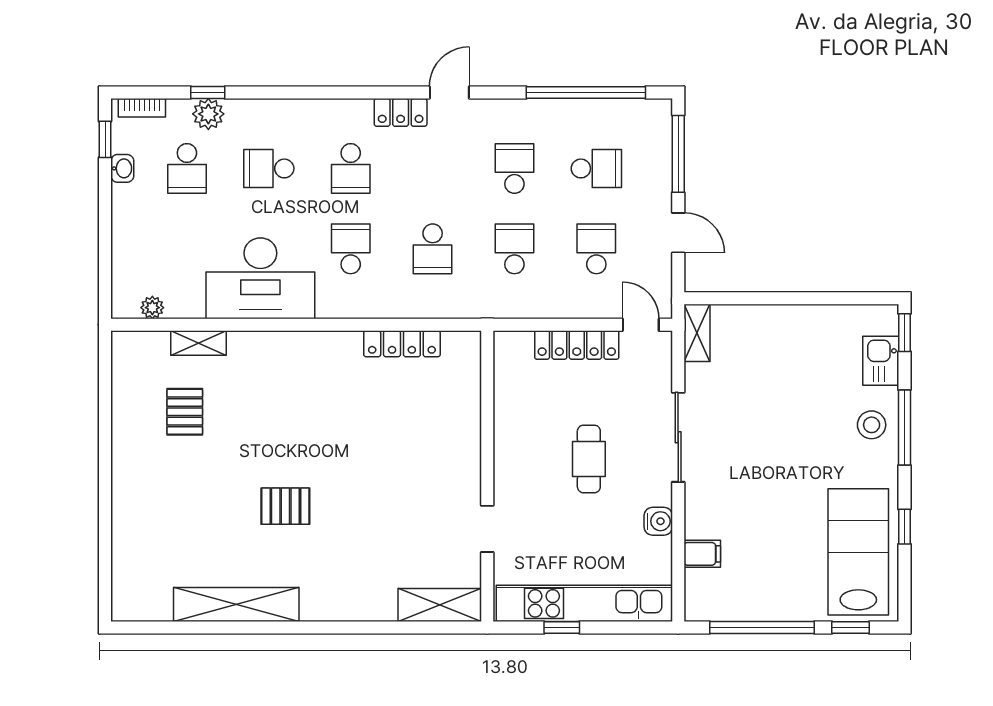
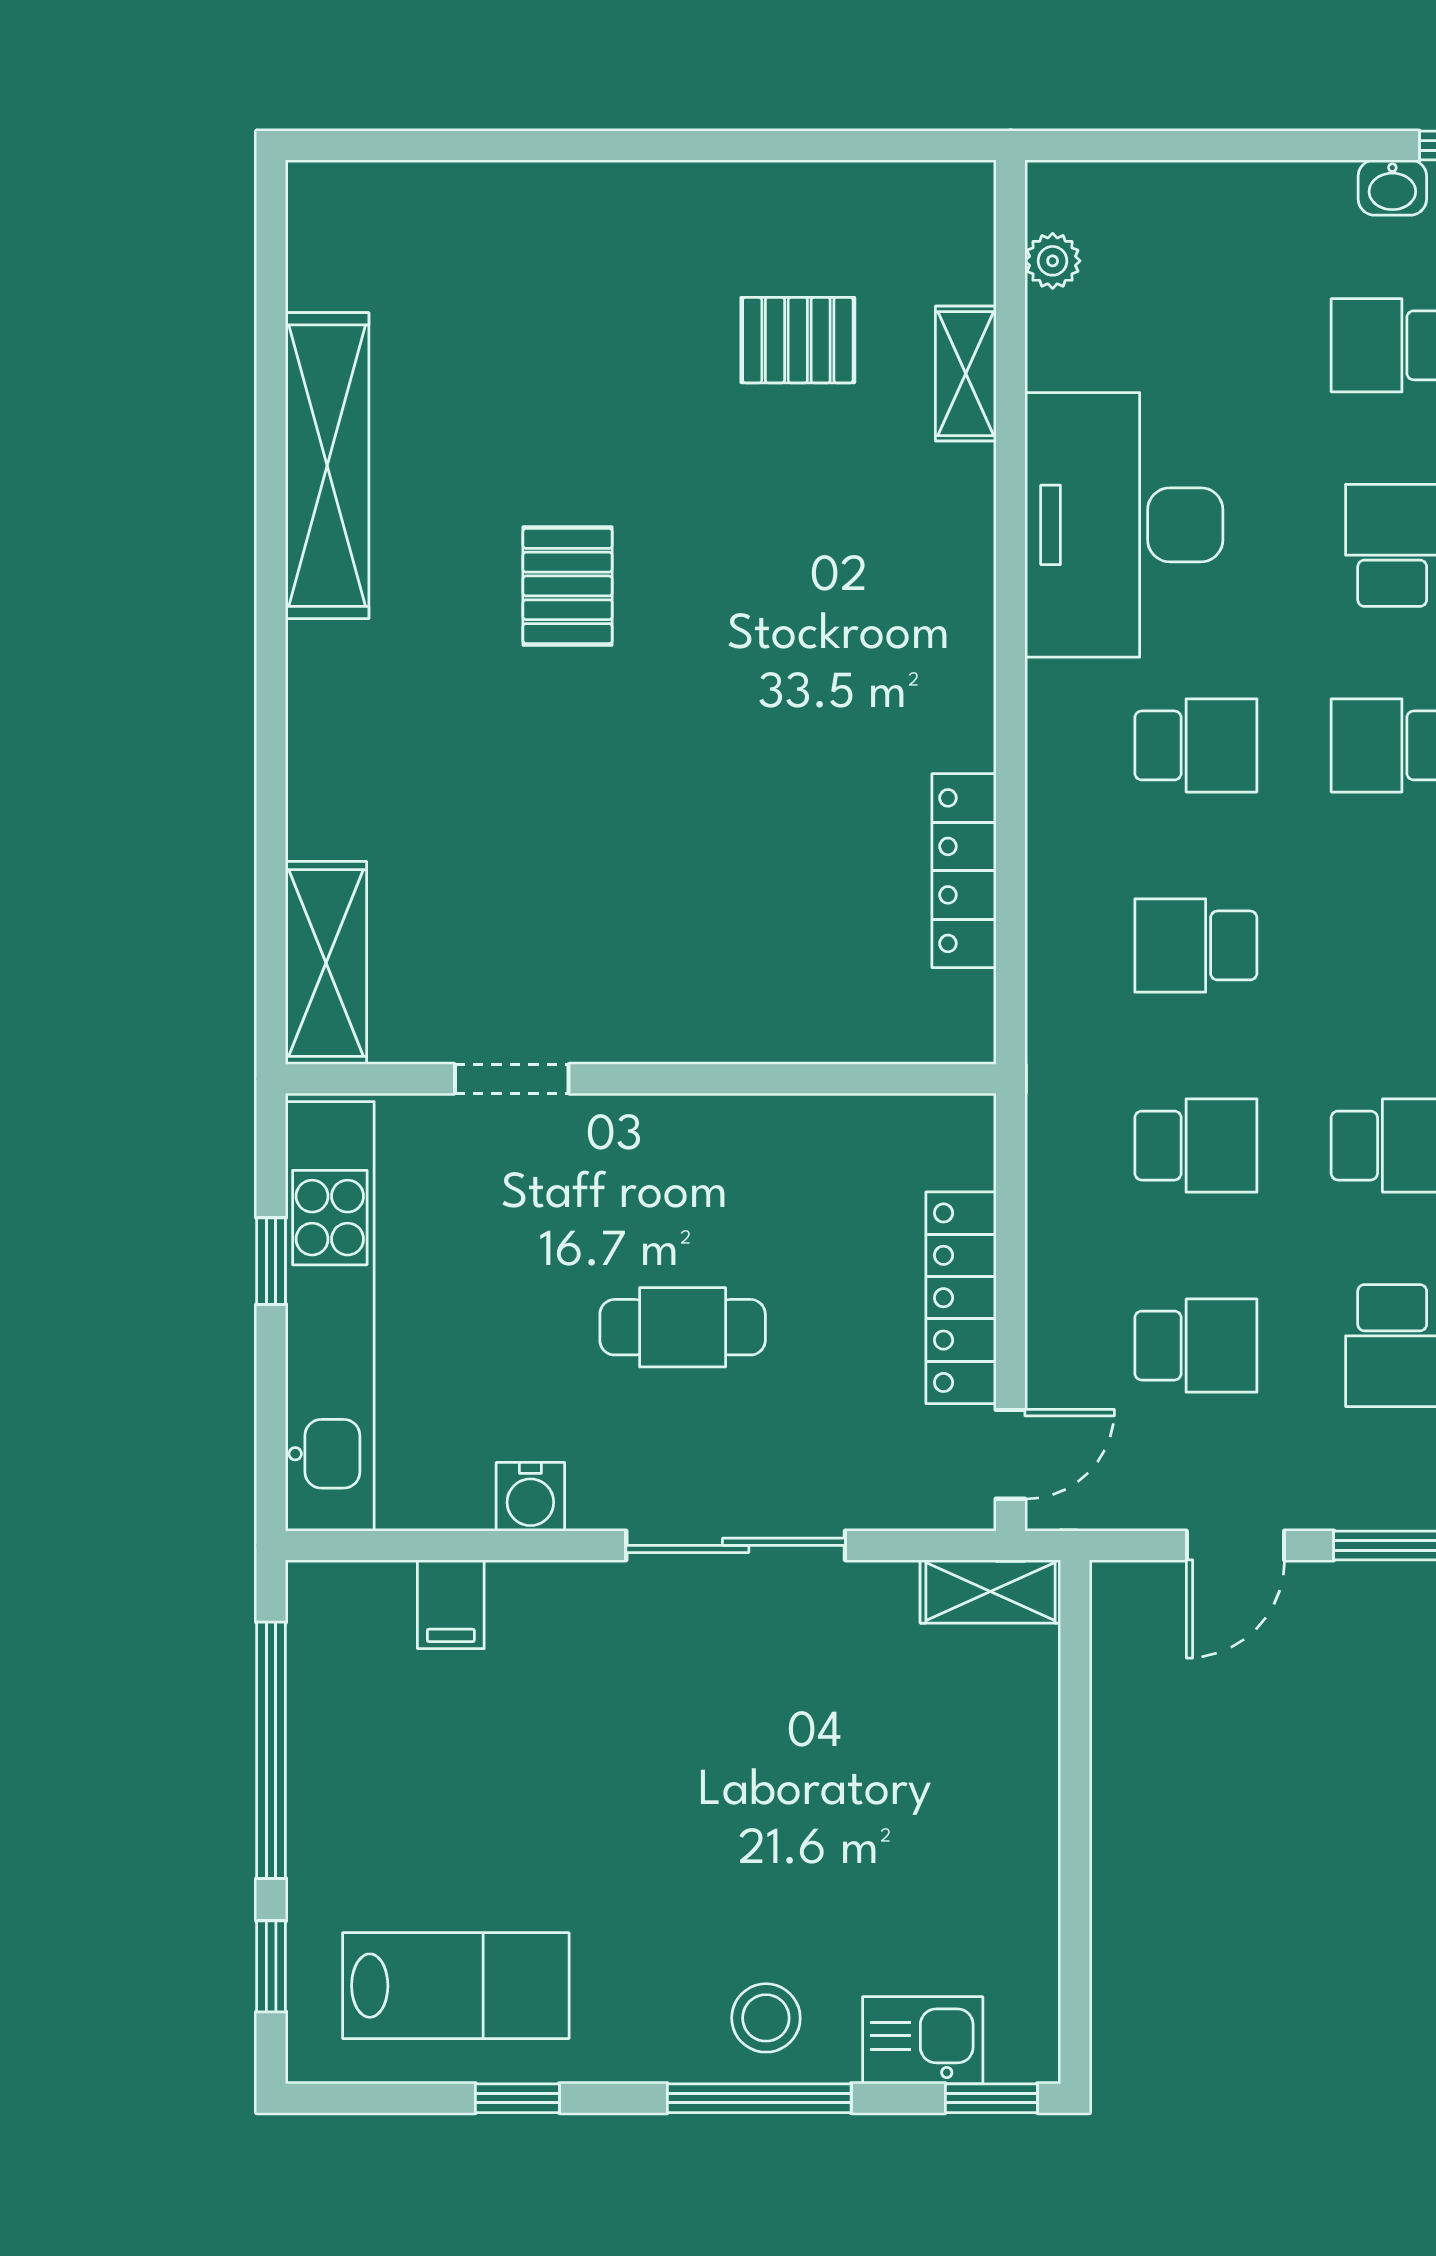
lab bench: (858, 552) -> (456, 1986), width x0.73, depth x0.72

